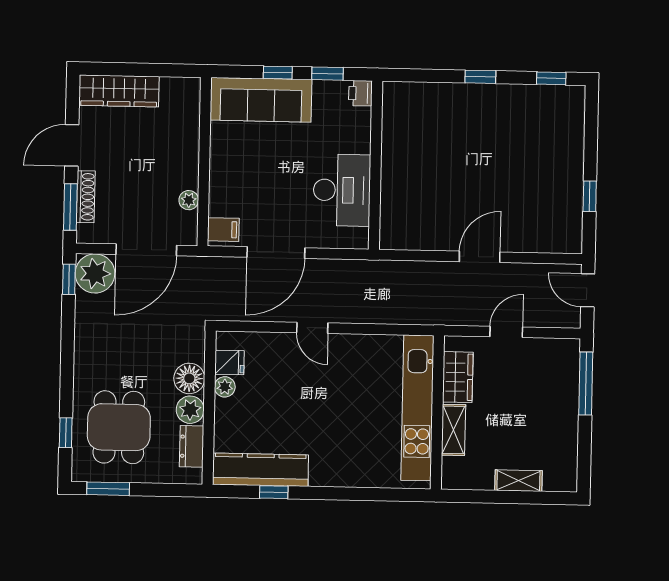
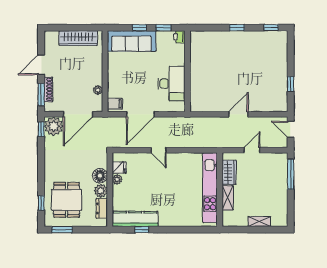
wardrobe: (119, 91) -> (78, 38), moved

